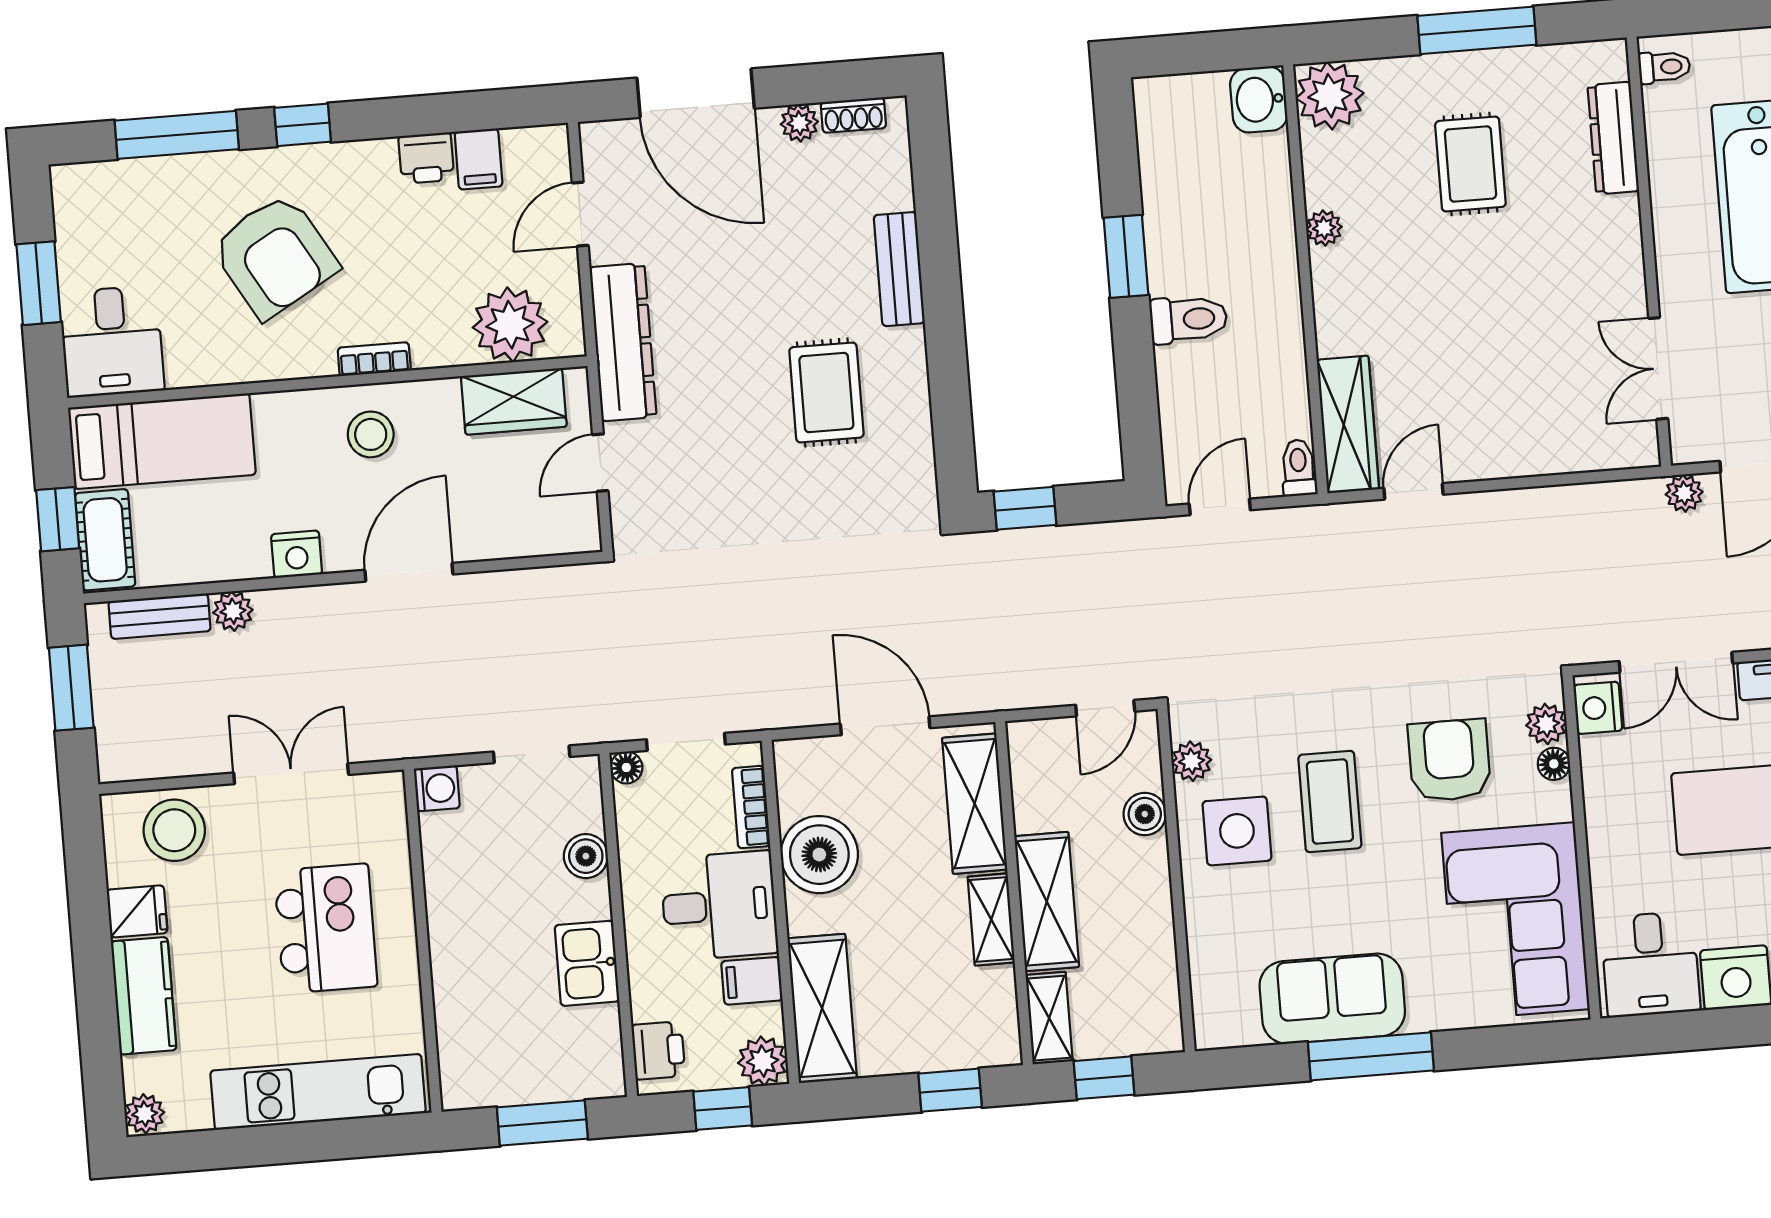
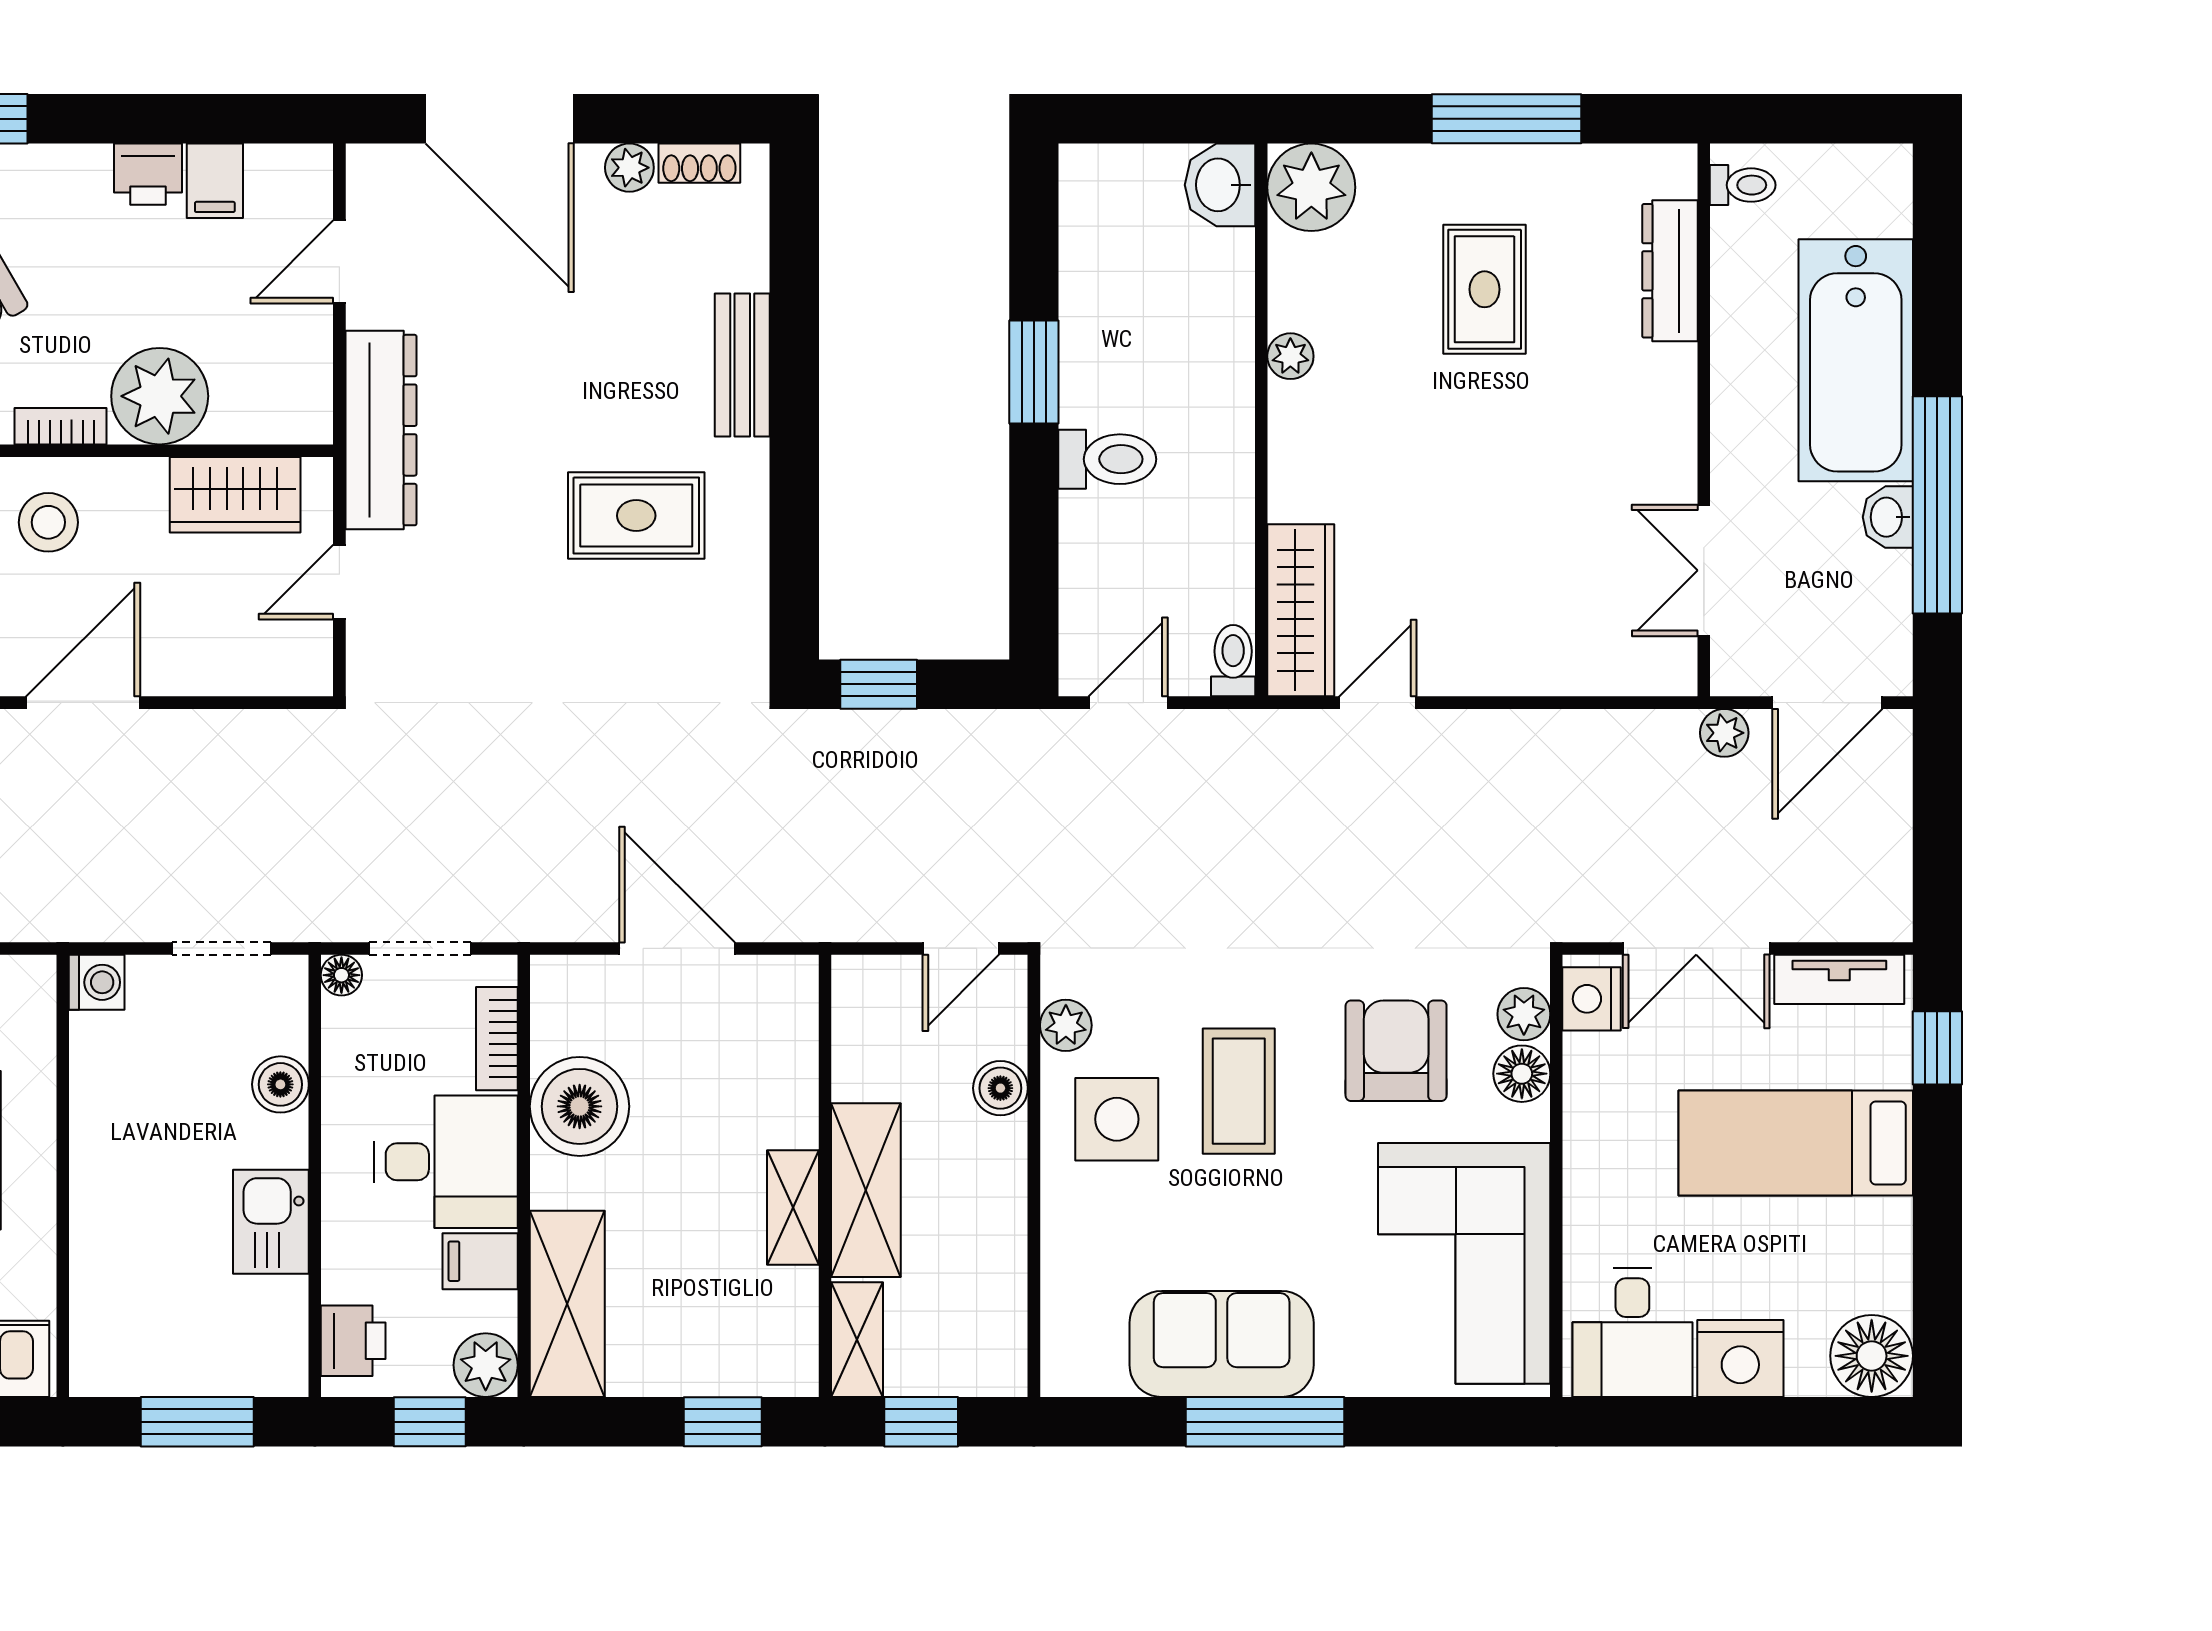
plant: (510, 325) -> (160, 396), moved
rug: (826, 392) -> (636, 516), turned 90
floor lamp: (1554, 764) -> (1522, 1074), width x1.37, depth x1.37
shelving: (975, 804) -> (784, 1057), removed

